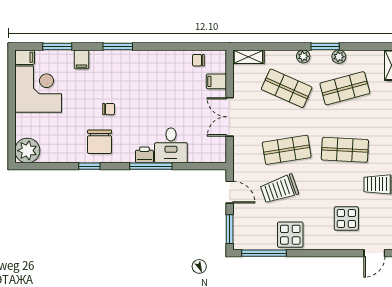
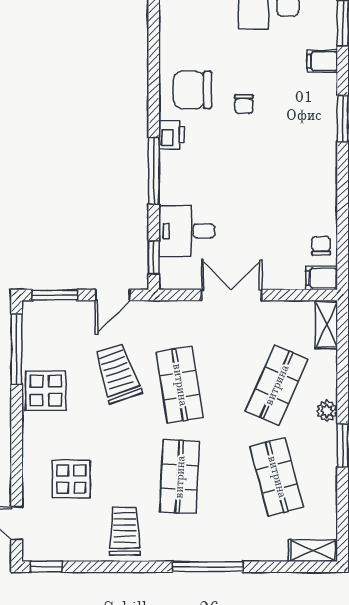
plant: (339, 57) -> (327, 467), removed
filing cabinet: (216, 81) -> (322, 278), moved, turned -90
desk: (171, 145) -> (187, 231), moved
printer: (144, 155) -> (172, 135), moved
window: (89, 166) -> (154, 257), moved

